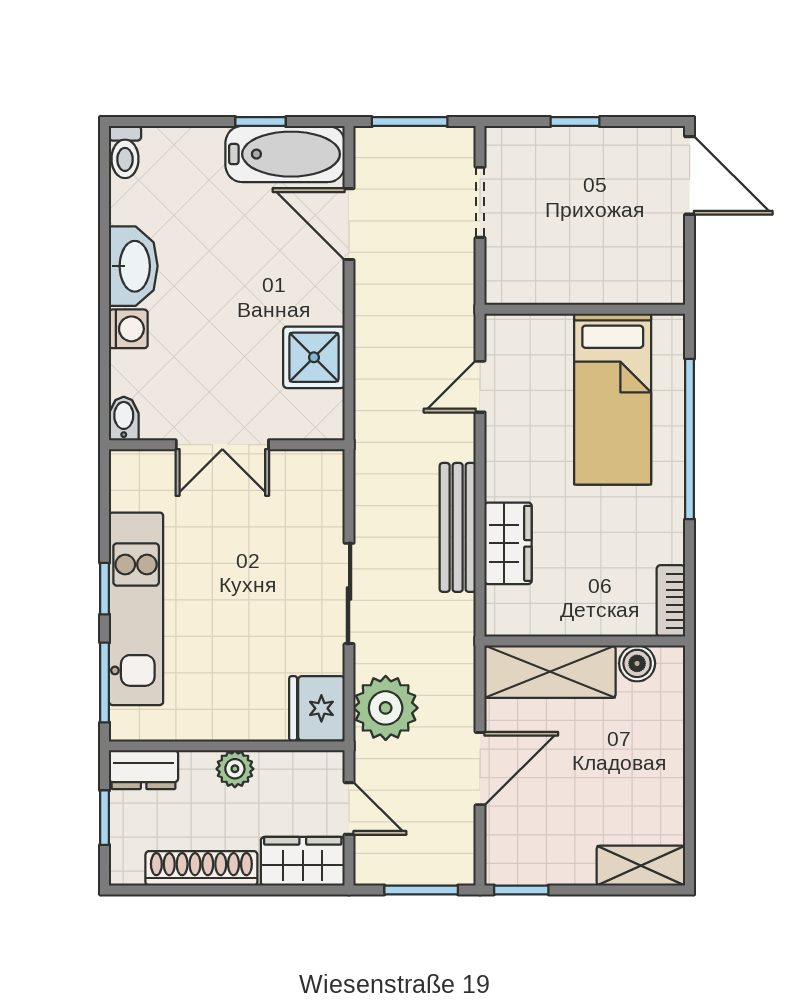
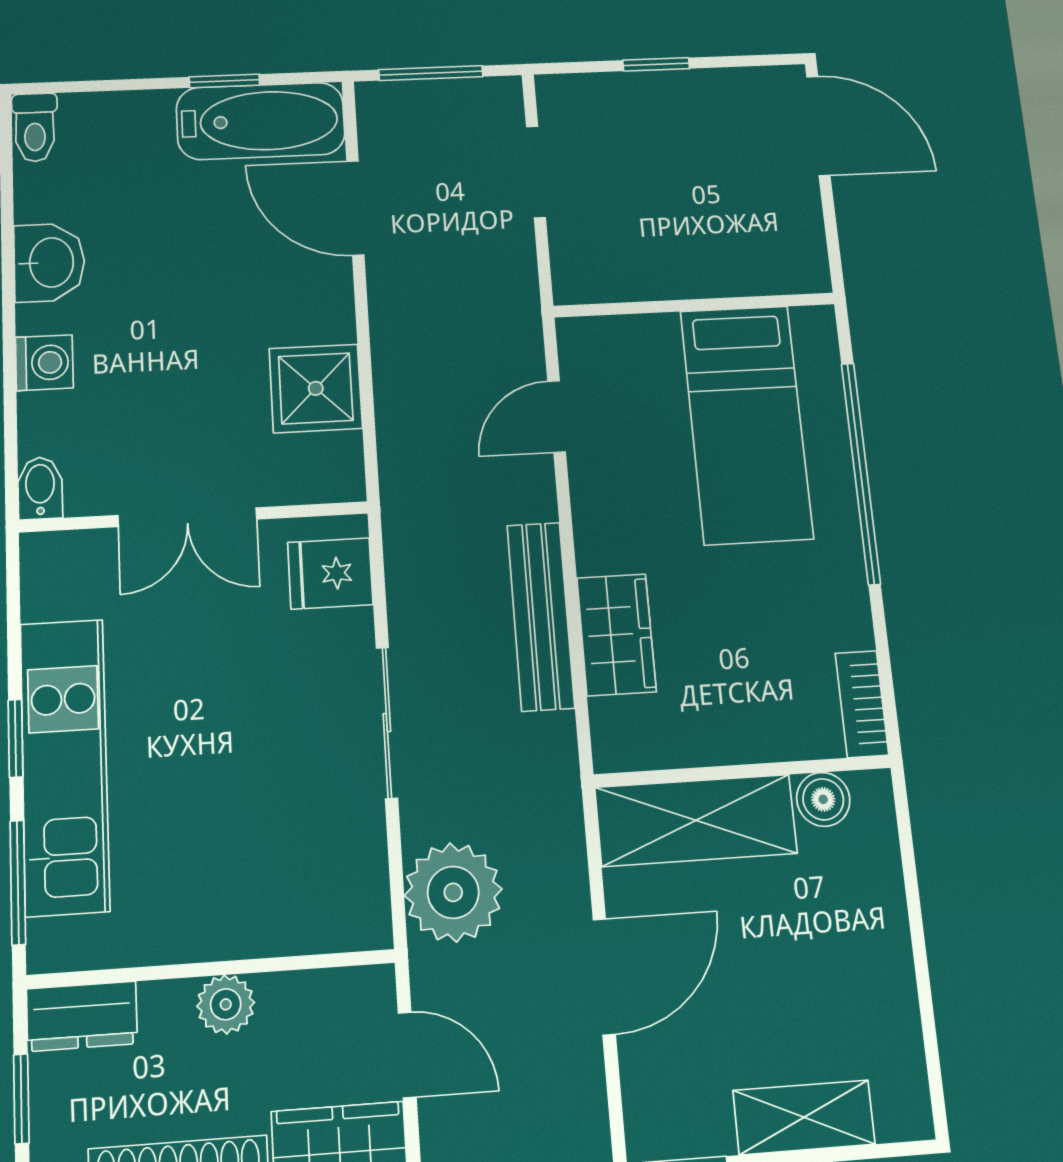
washbasin: (133, 266) -> (49, 263), width x0.72
fridge: (317, 708) -> (330, 573), moved, width x0.72
shelving: (641, 866) -> (804, 1117), moved

